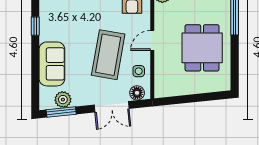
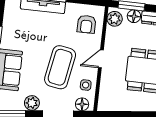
plant: (63, 100) -> (32, 103), moved

